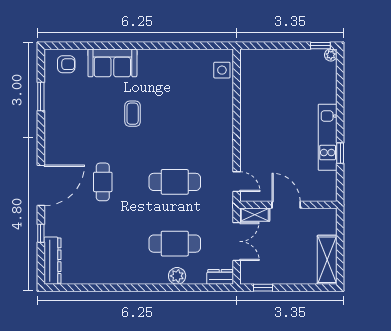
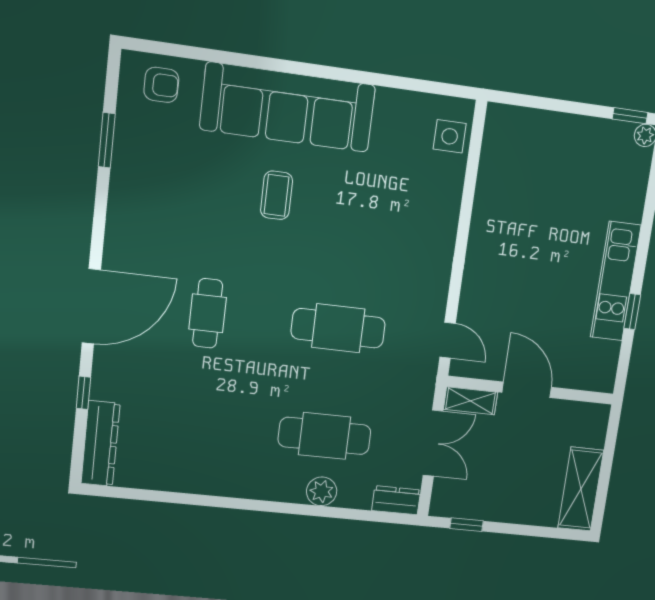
sofa: (112, 63) -> (288, 107), width x1.85, depth x1.27

